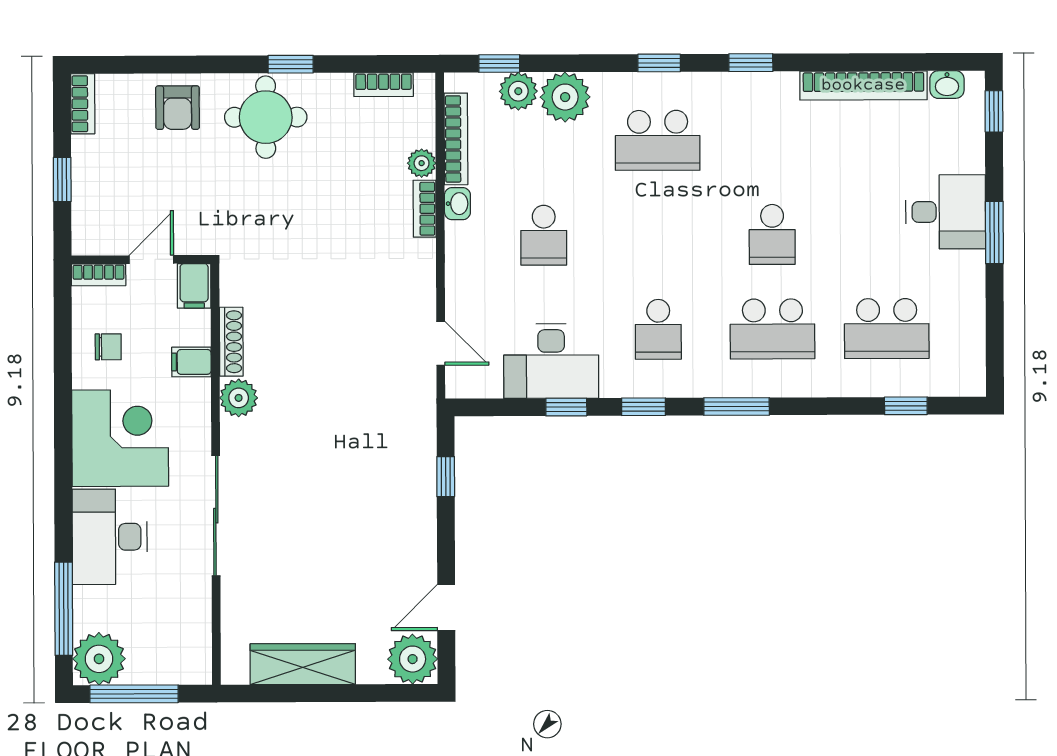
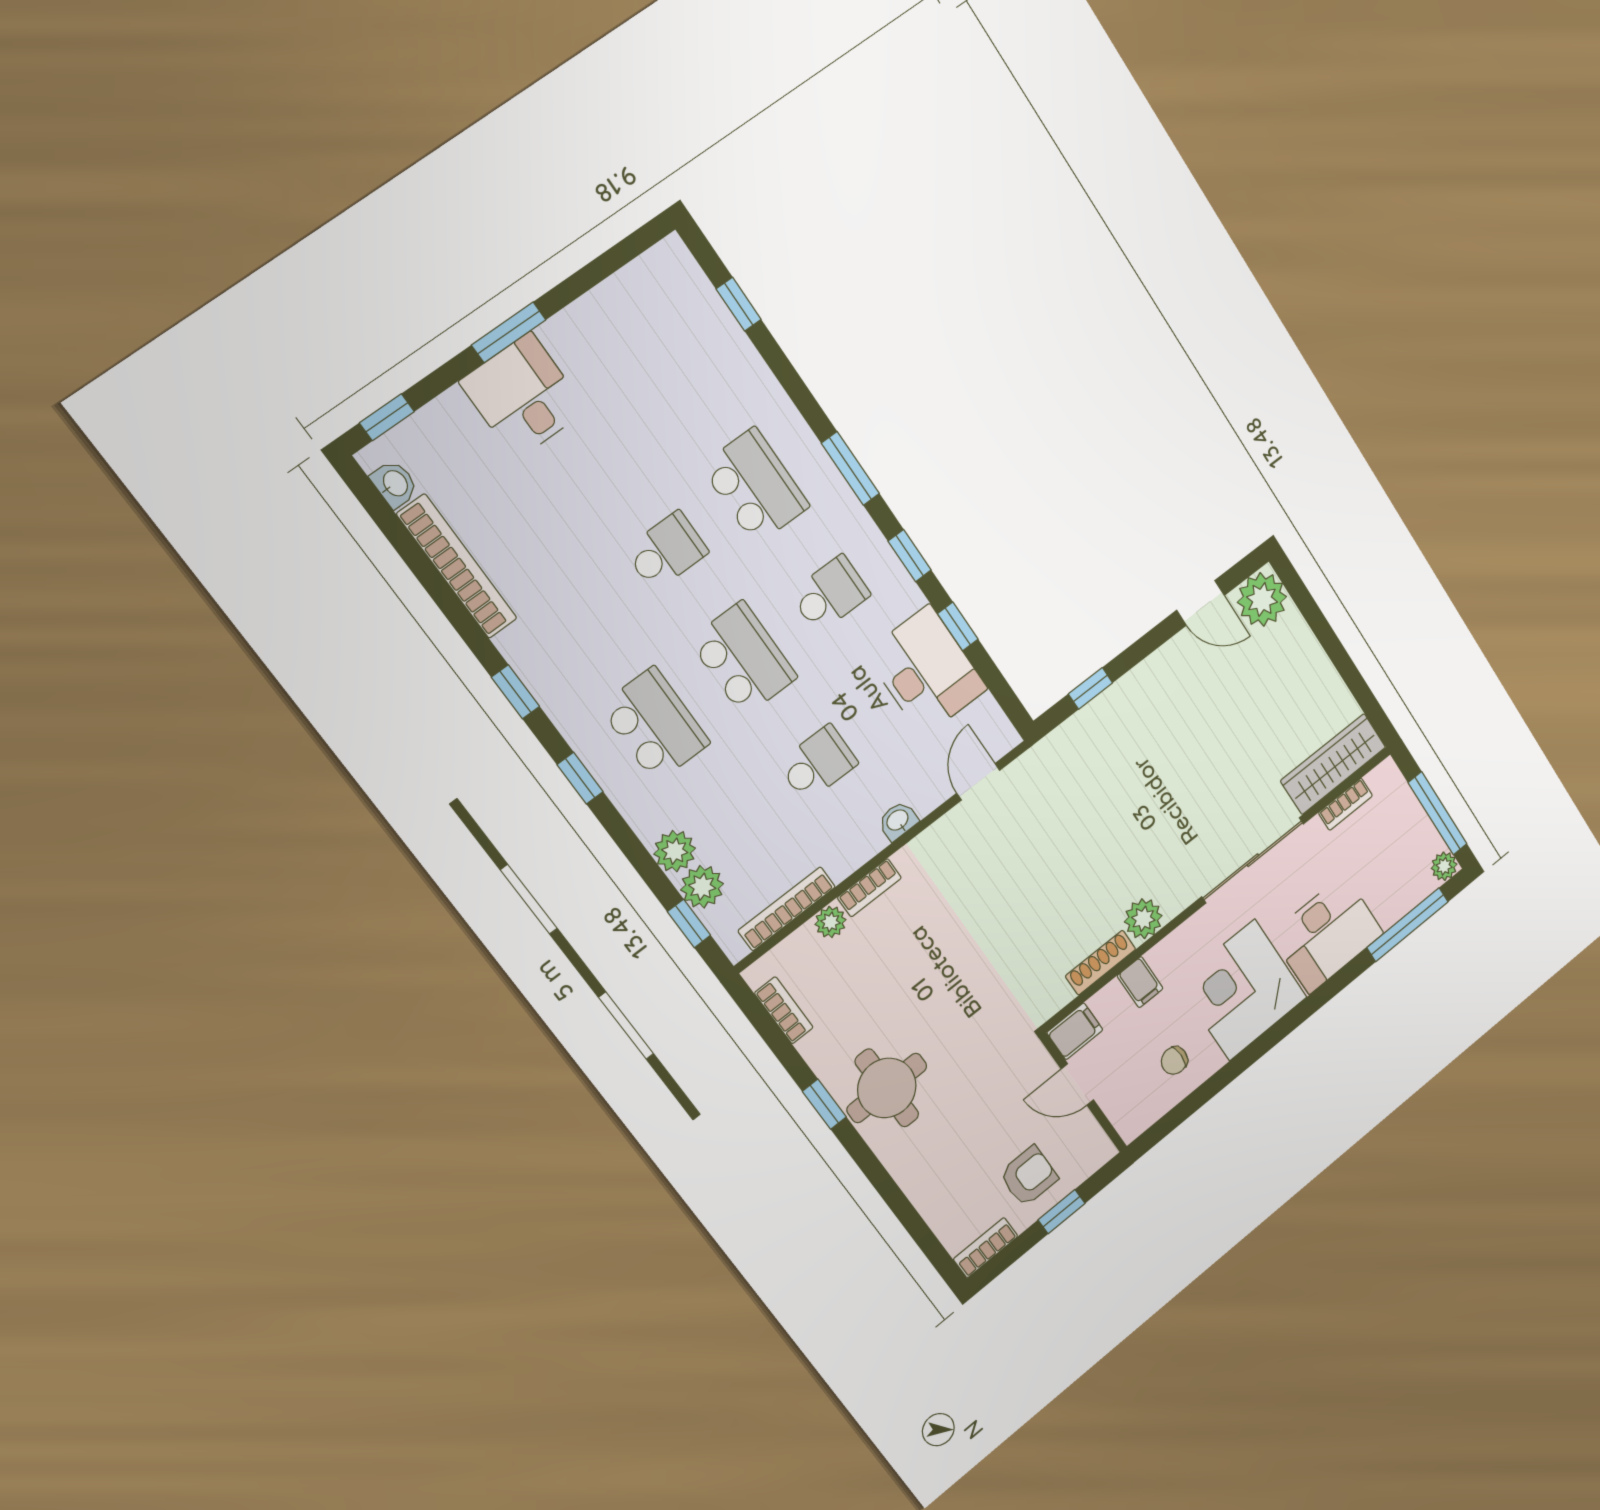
plant: (565, 97) -> (675, 851), width x0.73, depth x0.73
armchair: (178, 108) -> (1029, 1176), moved
washbasin: (457, 204) -> (898, 821), moved
bookcase: (99, 275) -> (1346, 804), moved, turned 90
school desk: (887, 329) -> (743, 659), moved
chair: (108, 347) -> (1174, 1060), turned -90
plant: (99, 659) -> (1444, 866), width x0.53, depth x0.53
wardrobe: (303, 664) -> (1333, 764), moved, turned 90

